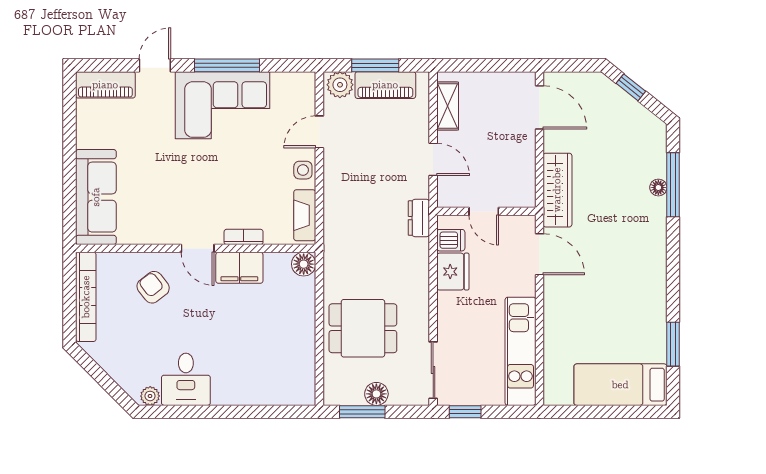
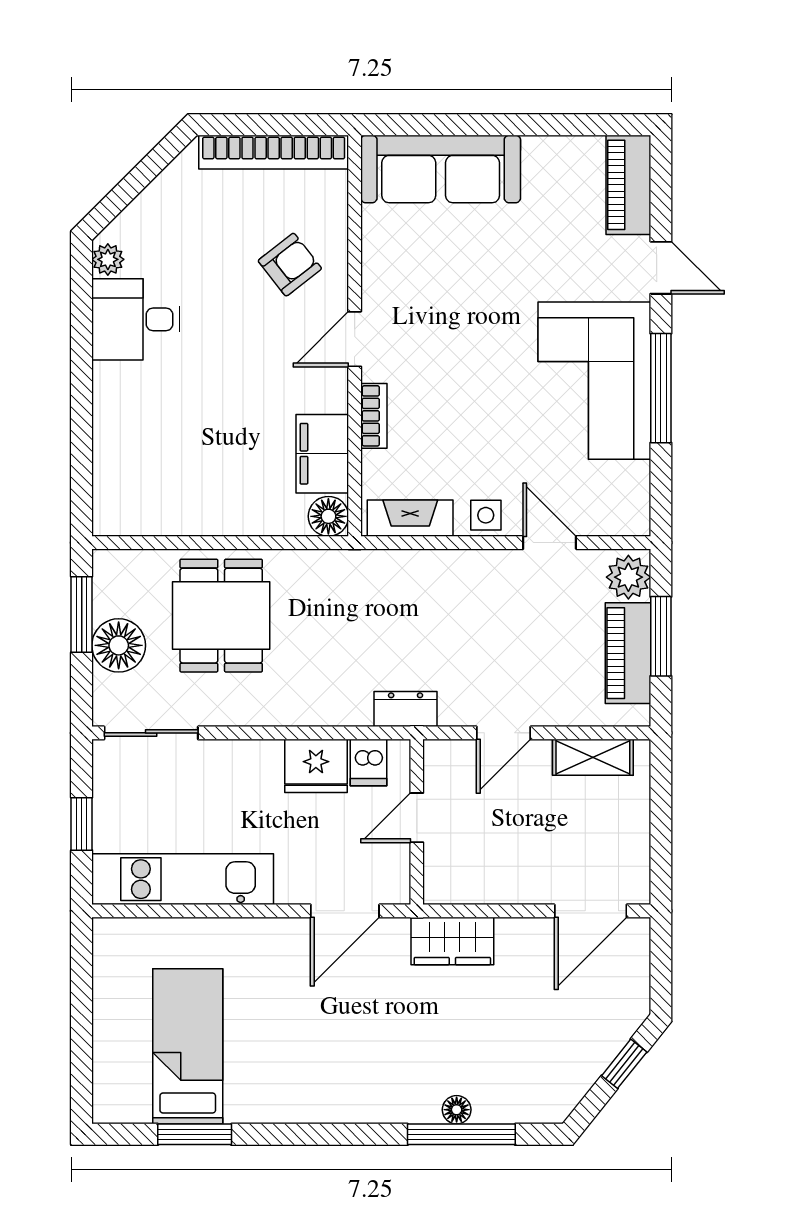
wardrobe: (557, 190) -> (452, 941), width x0.67
filing cabinet: (239, 268) -> (322, 454), moved
bed: (620, 385) -> (188, 1046), moved
floor lamp: (376, 394) -> (119, 645), width x1.38, depth x1.38
window: (465, 412) -> (82, 824), moved

